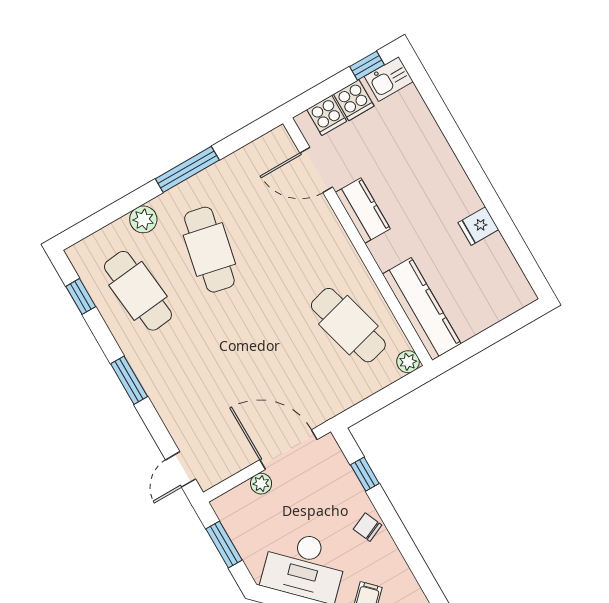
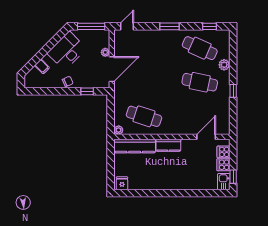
window: (187, 169) -> (233, 91), width x0.46
kitchen counter: (363, 211) -> (168, 145), moved
fridge: (478, 226) -> (122, 183), moved
cafe table: (138, 291) -> (200, 48), turned 30
cafe table: (348, 325) -> (144, 116), turned 33
door: (181, 469) -> (127, 26), hinge flipped
window: (224, 544) -> (91, 26), width x1.44

